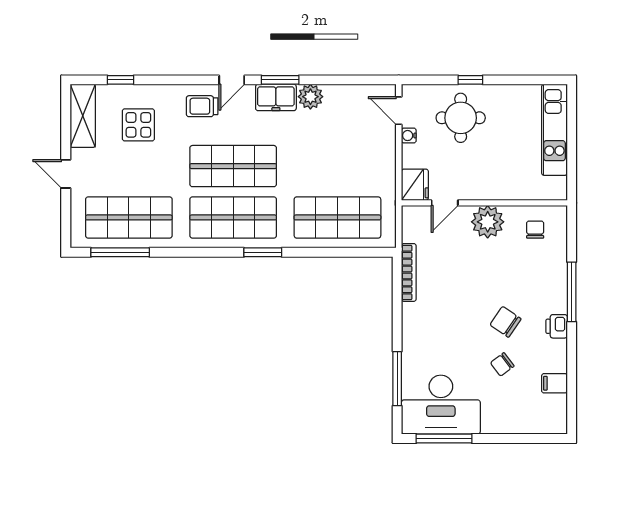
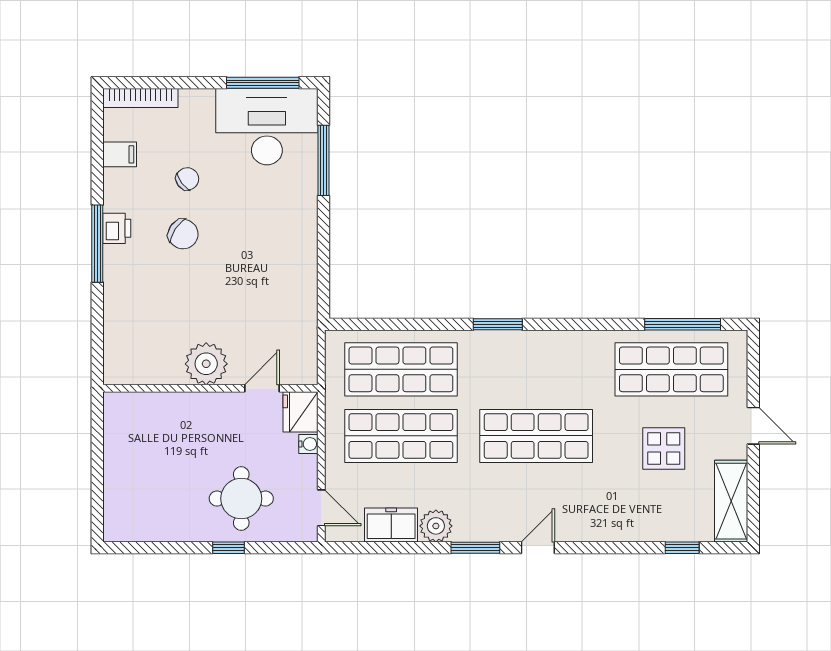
freezer: (276, 97) -> (391, 525), moved
trolley: (202, 106) -> (576, 514), removed
display table: (138, 125) -> (664, 448), moved
kitchen unit: (554, 130) -> (120, 483), removed
water cooler: (409, 136) -> (308, 444), moved
shop shelf: (233, 217) -> (401, 436), moved
chair: (535, 230) -> (145, 354), removed
bookcase: (409, 272) -> (140, 98), moved, turned -90
window: (572, 292) -> (97, 244), moved

